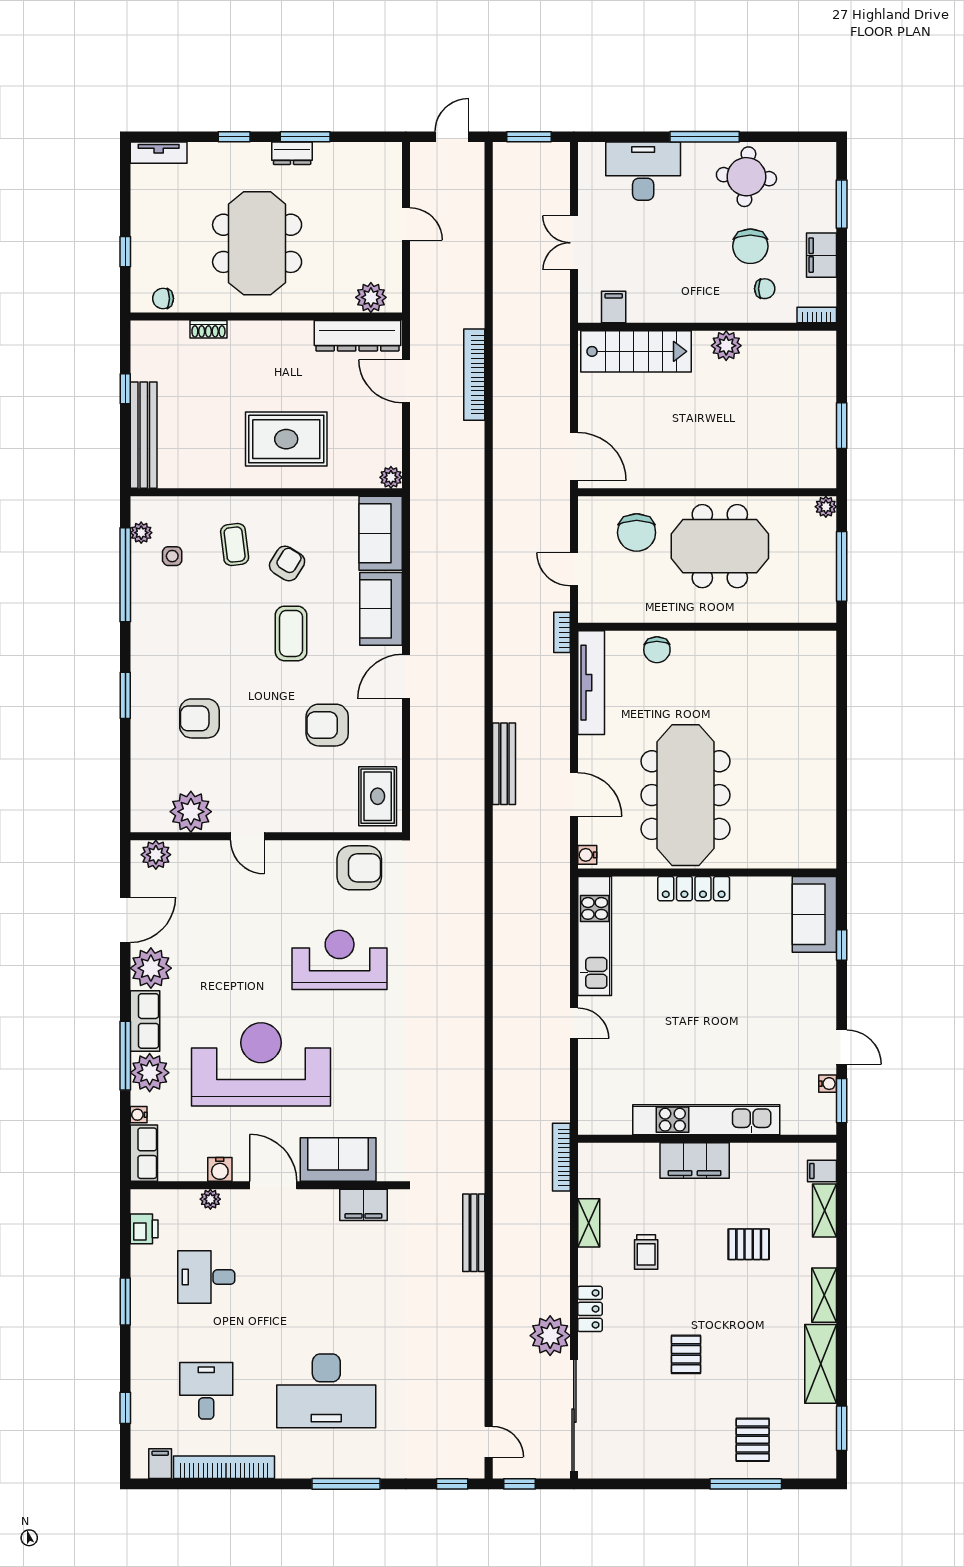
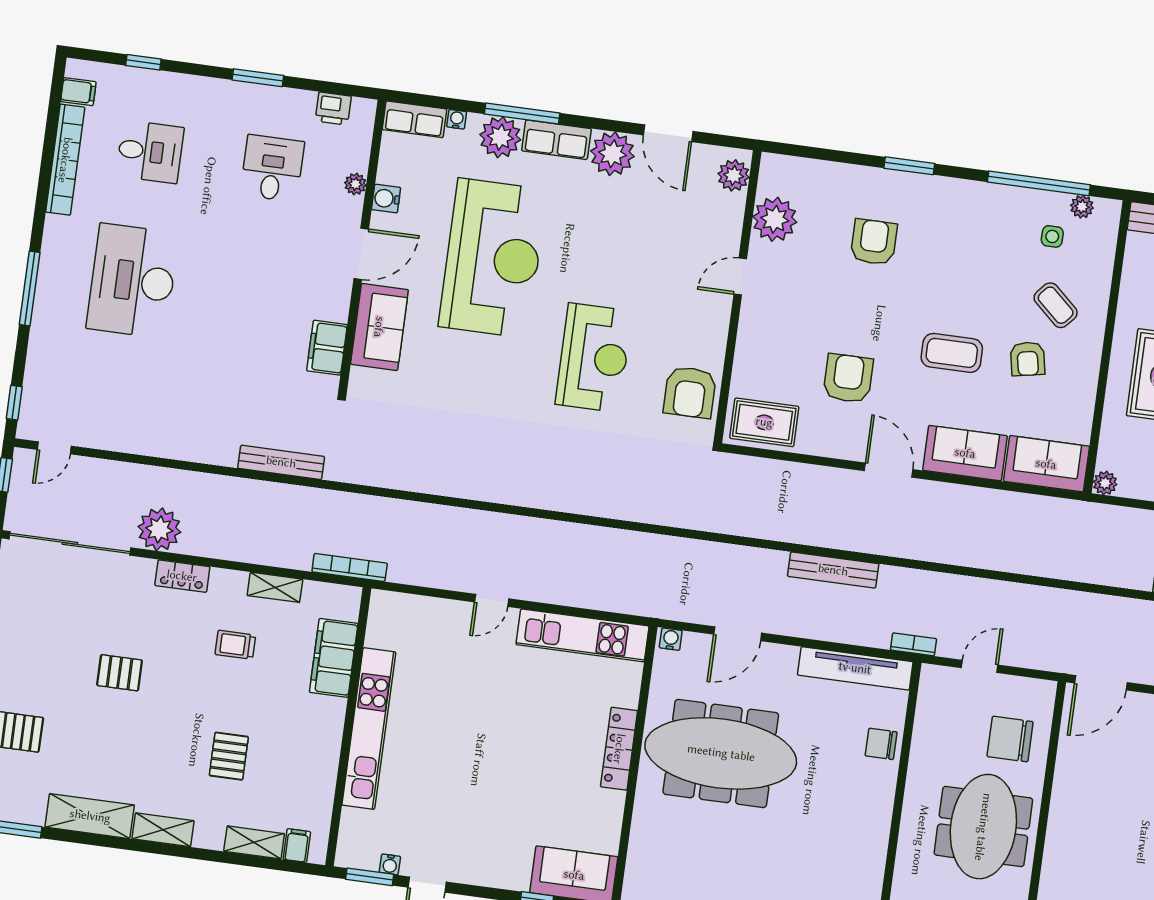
coffee table: (235, 545) -> (1056, 305), turned 49
armchair: (287, 563) -> (1028, 359), turned 47
bench: (504, 764) -> (833, 570), moved
filing cabinet: (695, 1161) -> (334, 658), moved

